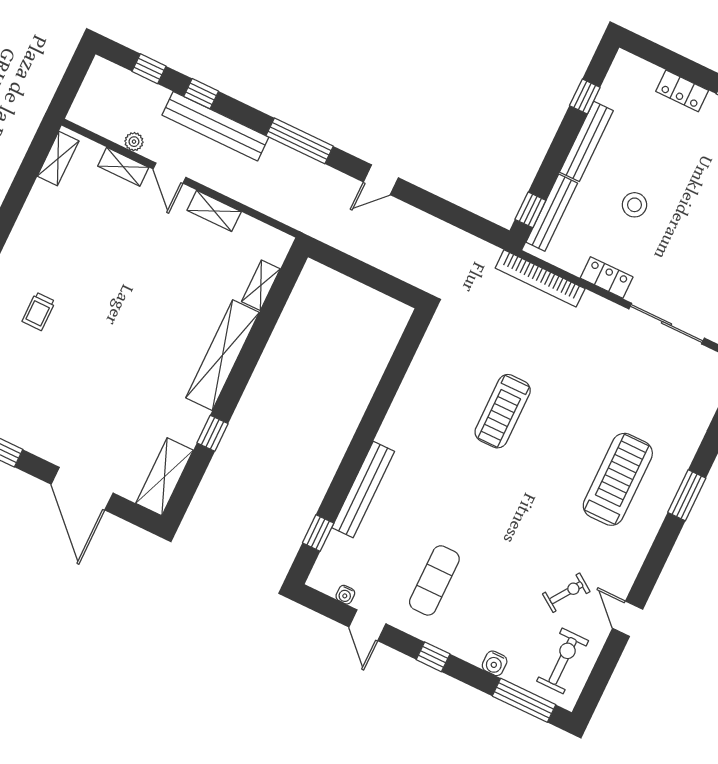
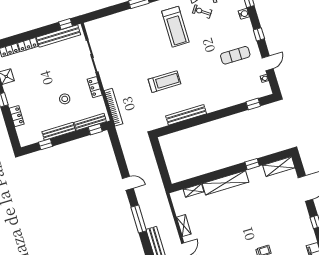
treadmill: (618, 479) -> (175, 27), moved, turned -90
bench: (363, 490) -> (186, 115), moved

